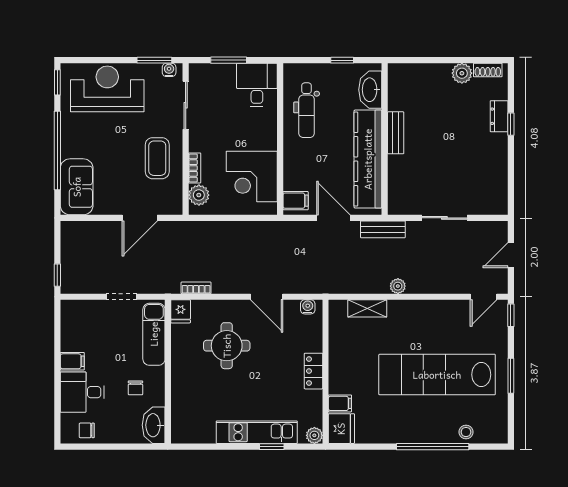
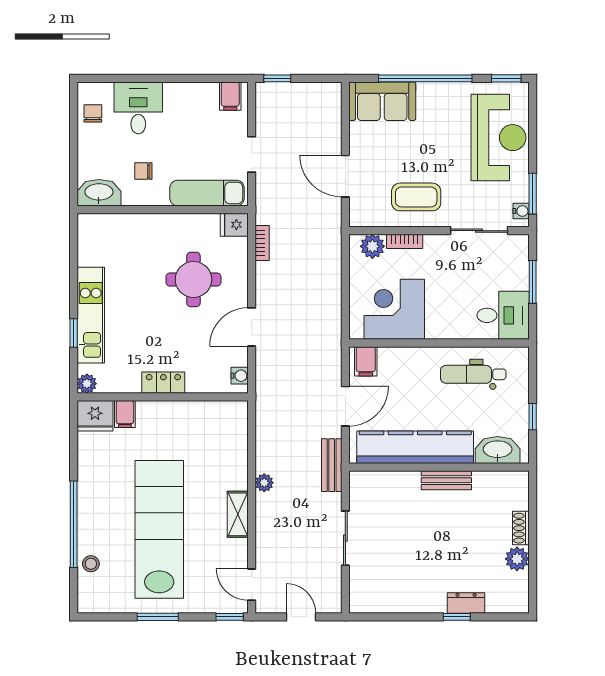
shoe rack: (488, 70) -> (521, 528), moved
shelving: (367, 308) -> (238, 514), moved
filing cabinet: (72, 361) -> (230, 96), moved

